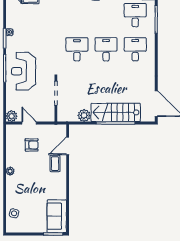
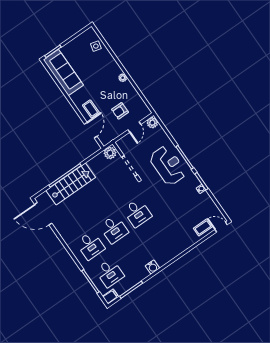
plant: (84, 115) -> (110, 153), moved
door: (29, 123) -> (134, 127), hinge flipped
sofa: (57, 216) -> (63, 72), width x1.36

